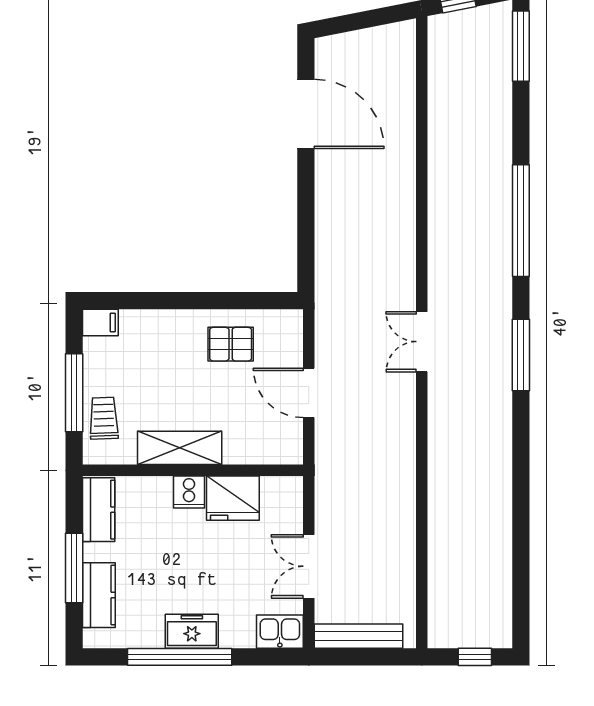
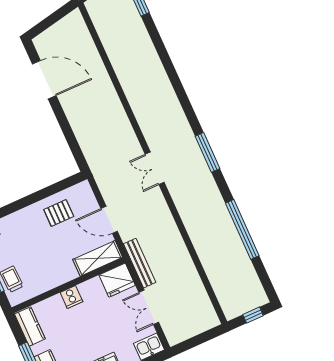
window: (521, 221) -> (242, 229), moved
shelving: (180, 448) -> (98, 258), moved
fridge: (233, 498) -> (117, 280), moved
bench: (358, 636) -> (140, 263), moved, turned 90

